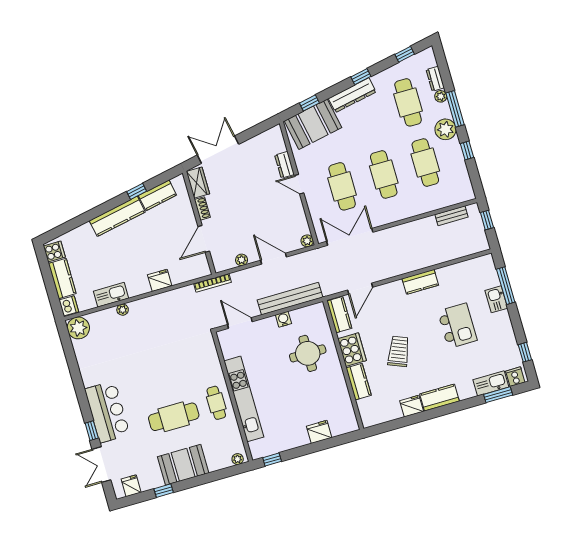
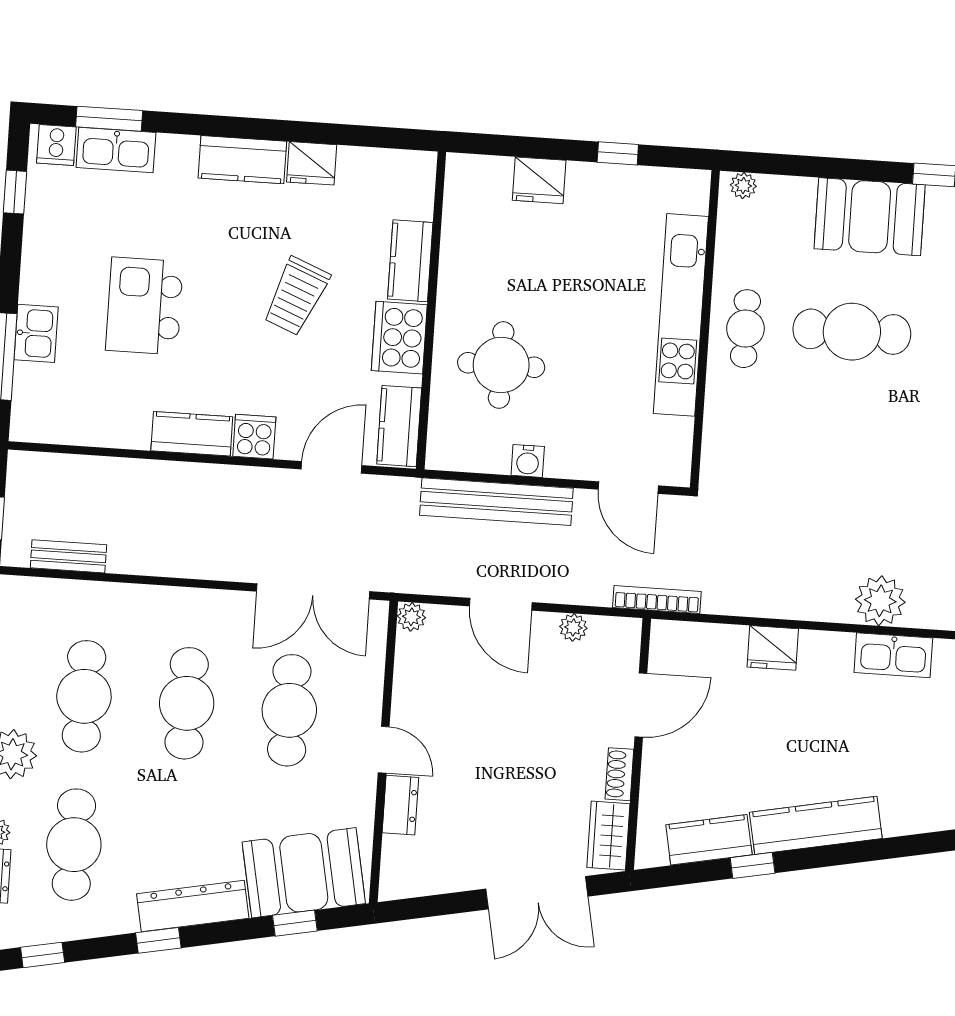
cooker: (395, 290) -> (254, 437), added
plant: (123, 310) -> (880, 601), width x1.88, depth x1.88
window: (272, 460) -> (618, 153), moved

